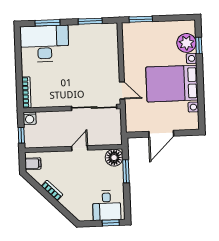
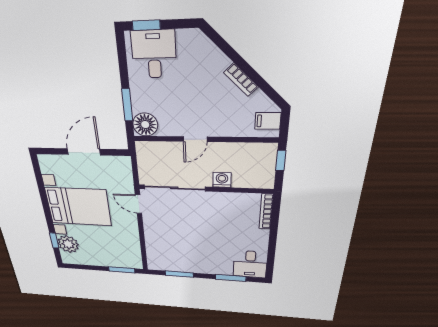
desk: (44, 44) -> (250, 264), width x0.53, depth x0.77
washing machine: (30, 118) -> (222, 180), moved

